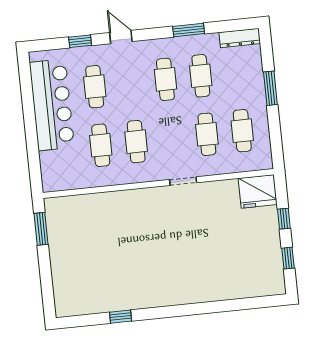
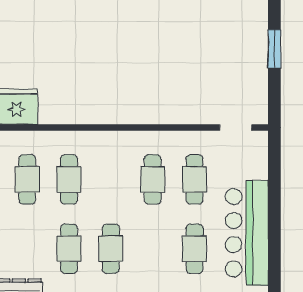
doorway: (183, 181) -> (236, 128), moved
window: (41, 229) -> (274, 49), moved

